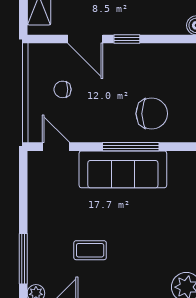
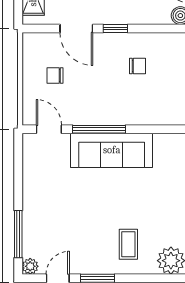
chair: (152, 114) -> (138, 66), moved, width x0.54, depth x0.54
window: (131, 147) -> (99, 129), moved
coffee table: (90, 250) -> (128, 244), moved, turned 90

